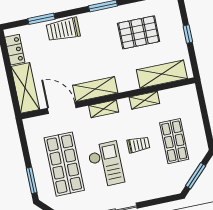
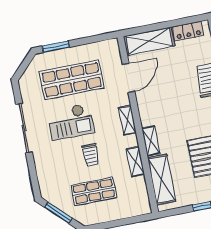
shelving: (95, 89) -> (151, 141), moved, width x0.67, depth x0.75

